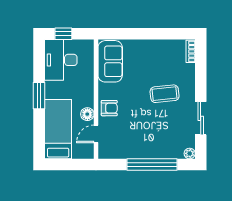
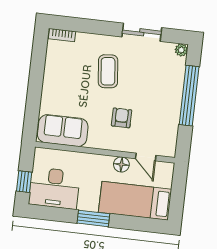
armchair: (109, 108) -> (122, 118), moved

